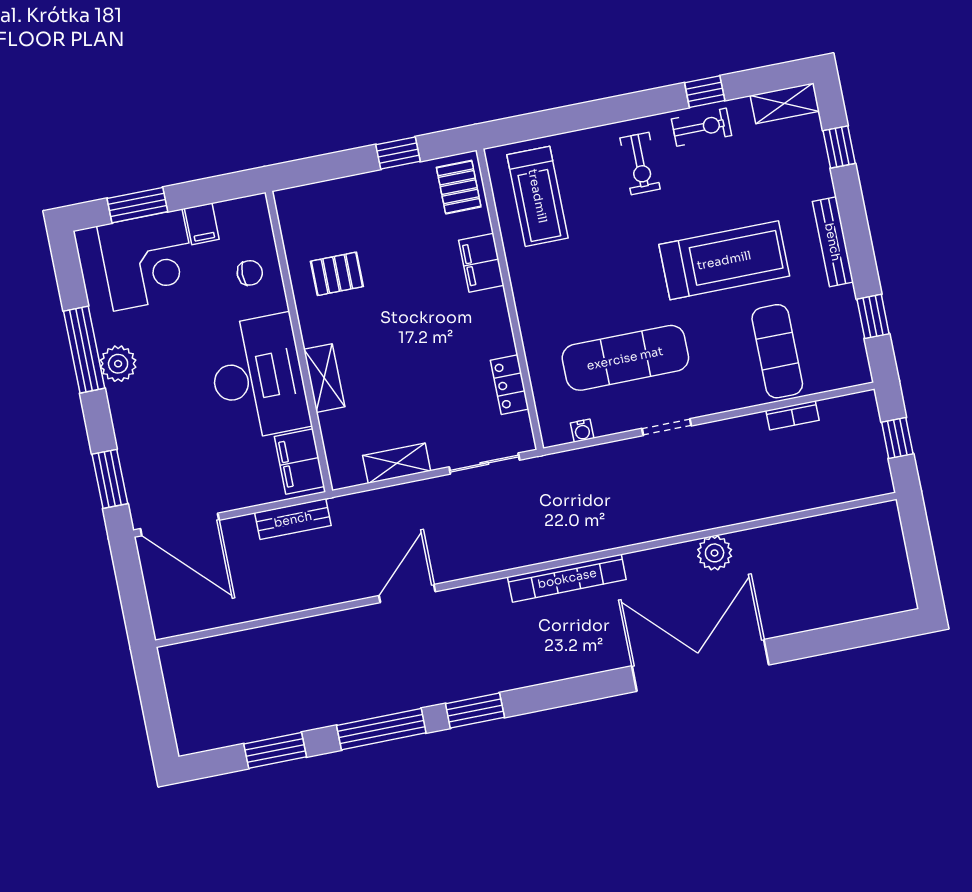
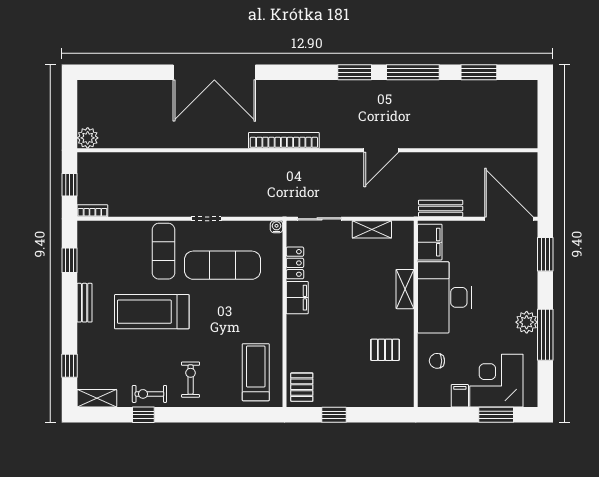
bench: (833, 242) -> (85, 303), width x0.73
filing cabinet: (481, 263) -> (297, 298), moved
exercise mat: (777, 351) -> (164, 251), moved
bookcase: (792, 415) -> (92, 211), moved
water cooler: (582, 431) -> (277, 227), moved
plant: (715, 553) -> (88, 138), moved

